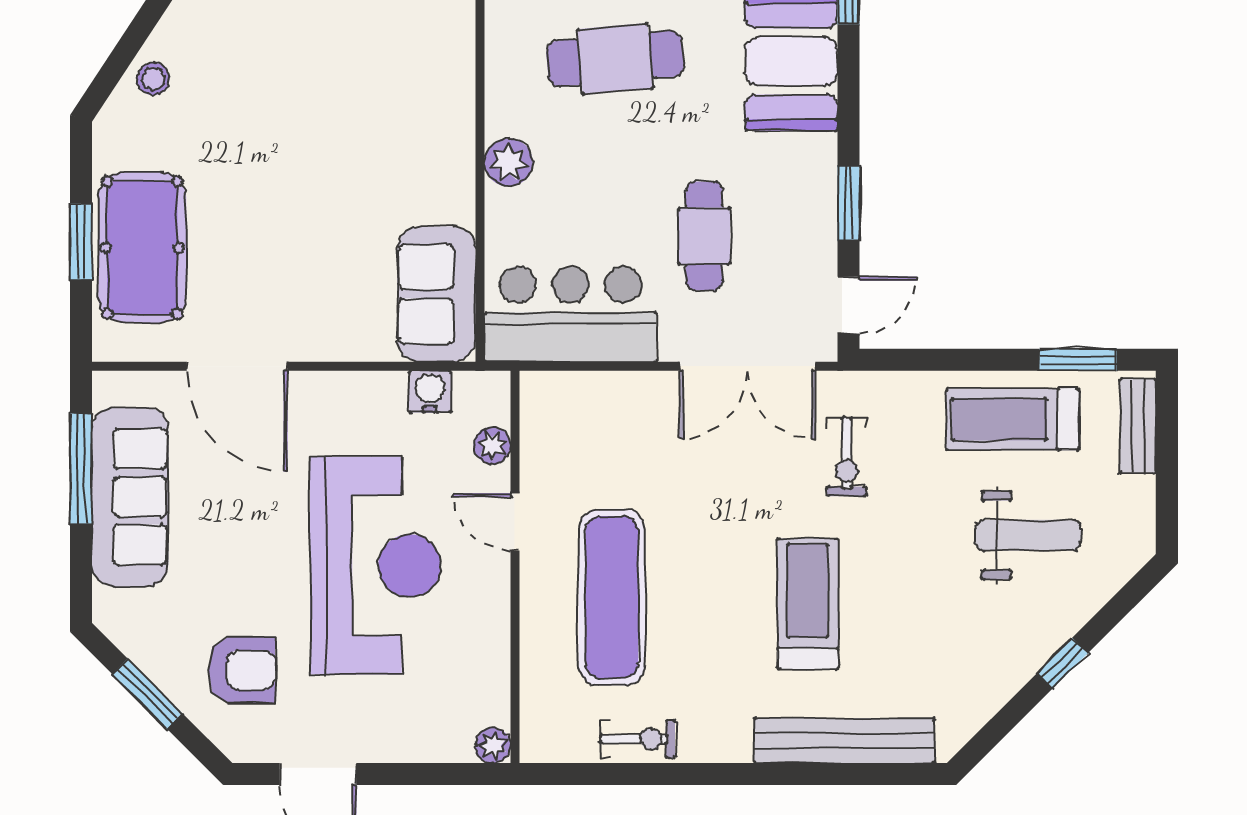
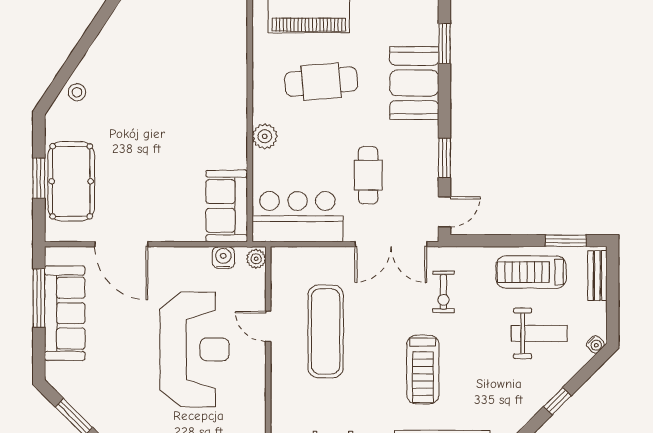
plant: (492, 445) -> (256, 259), moved
water cooler: (1134, 556) -> (595, 344), added
exercise mat: (612, 597) -> (326, 332), moved
treadmill: (808, 604) -> (423, 370), turned 180
armchair: (242, 670) -> (124, 405), removed

